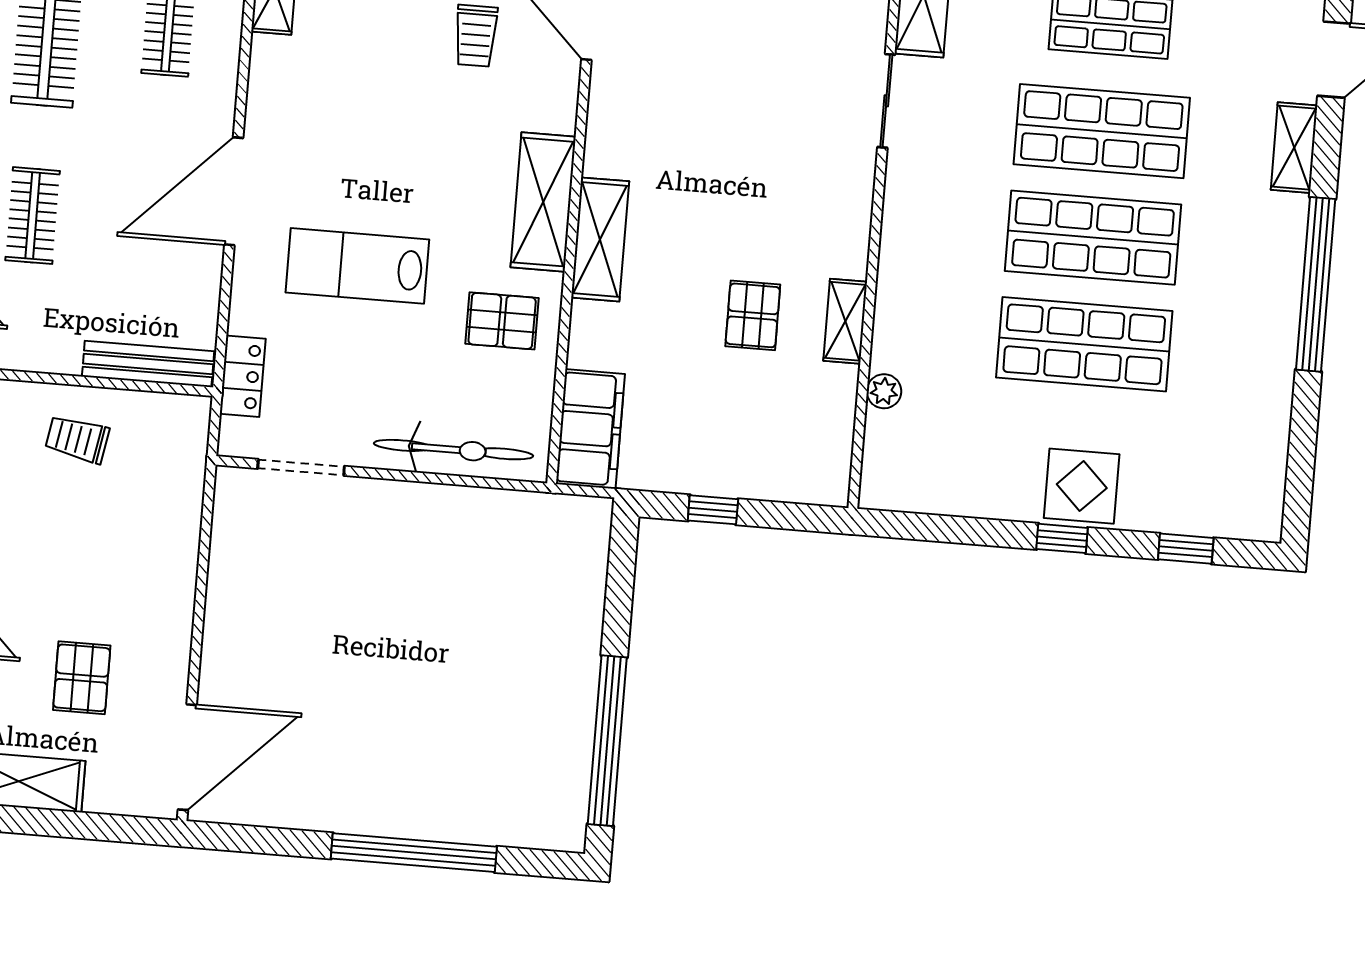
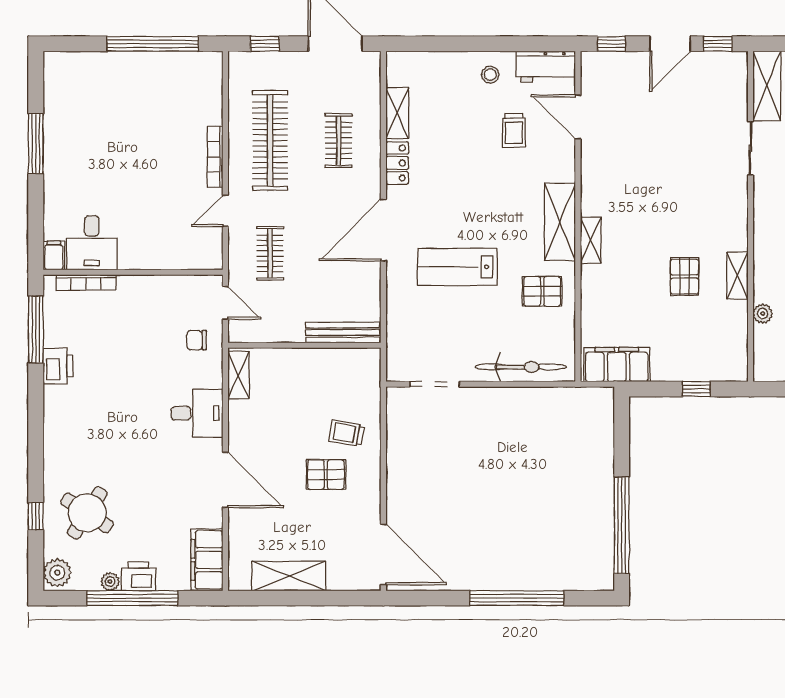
shelving: (600, 239) -> (591, 240), width x0.67, depth x0.75
locker: (243, 376) -> (397, 163), moved
filing cabinet: (590, 429) -> (617, 365), moved, turned -90
trolley: (77, 439) -> (347, 433), moved
window: (713, 510) -> (696, 389), moved
pallet: (82, 678) -> (326, 475), moved, turned 90
door: (187, 757) -> (383, 554), hinge flipped

